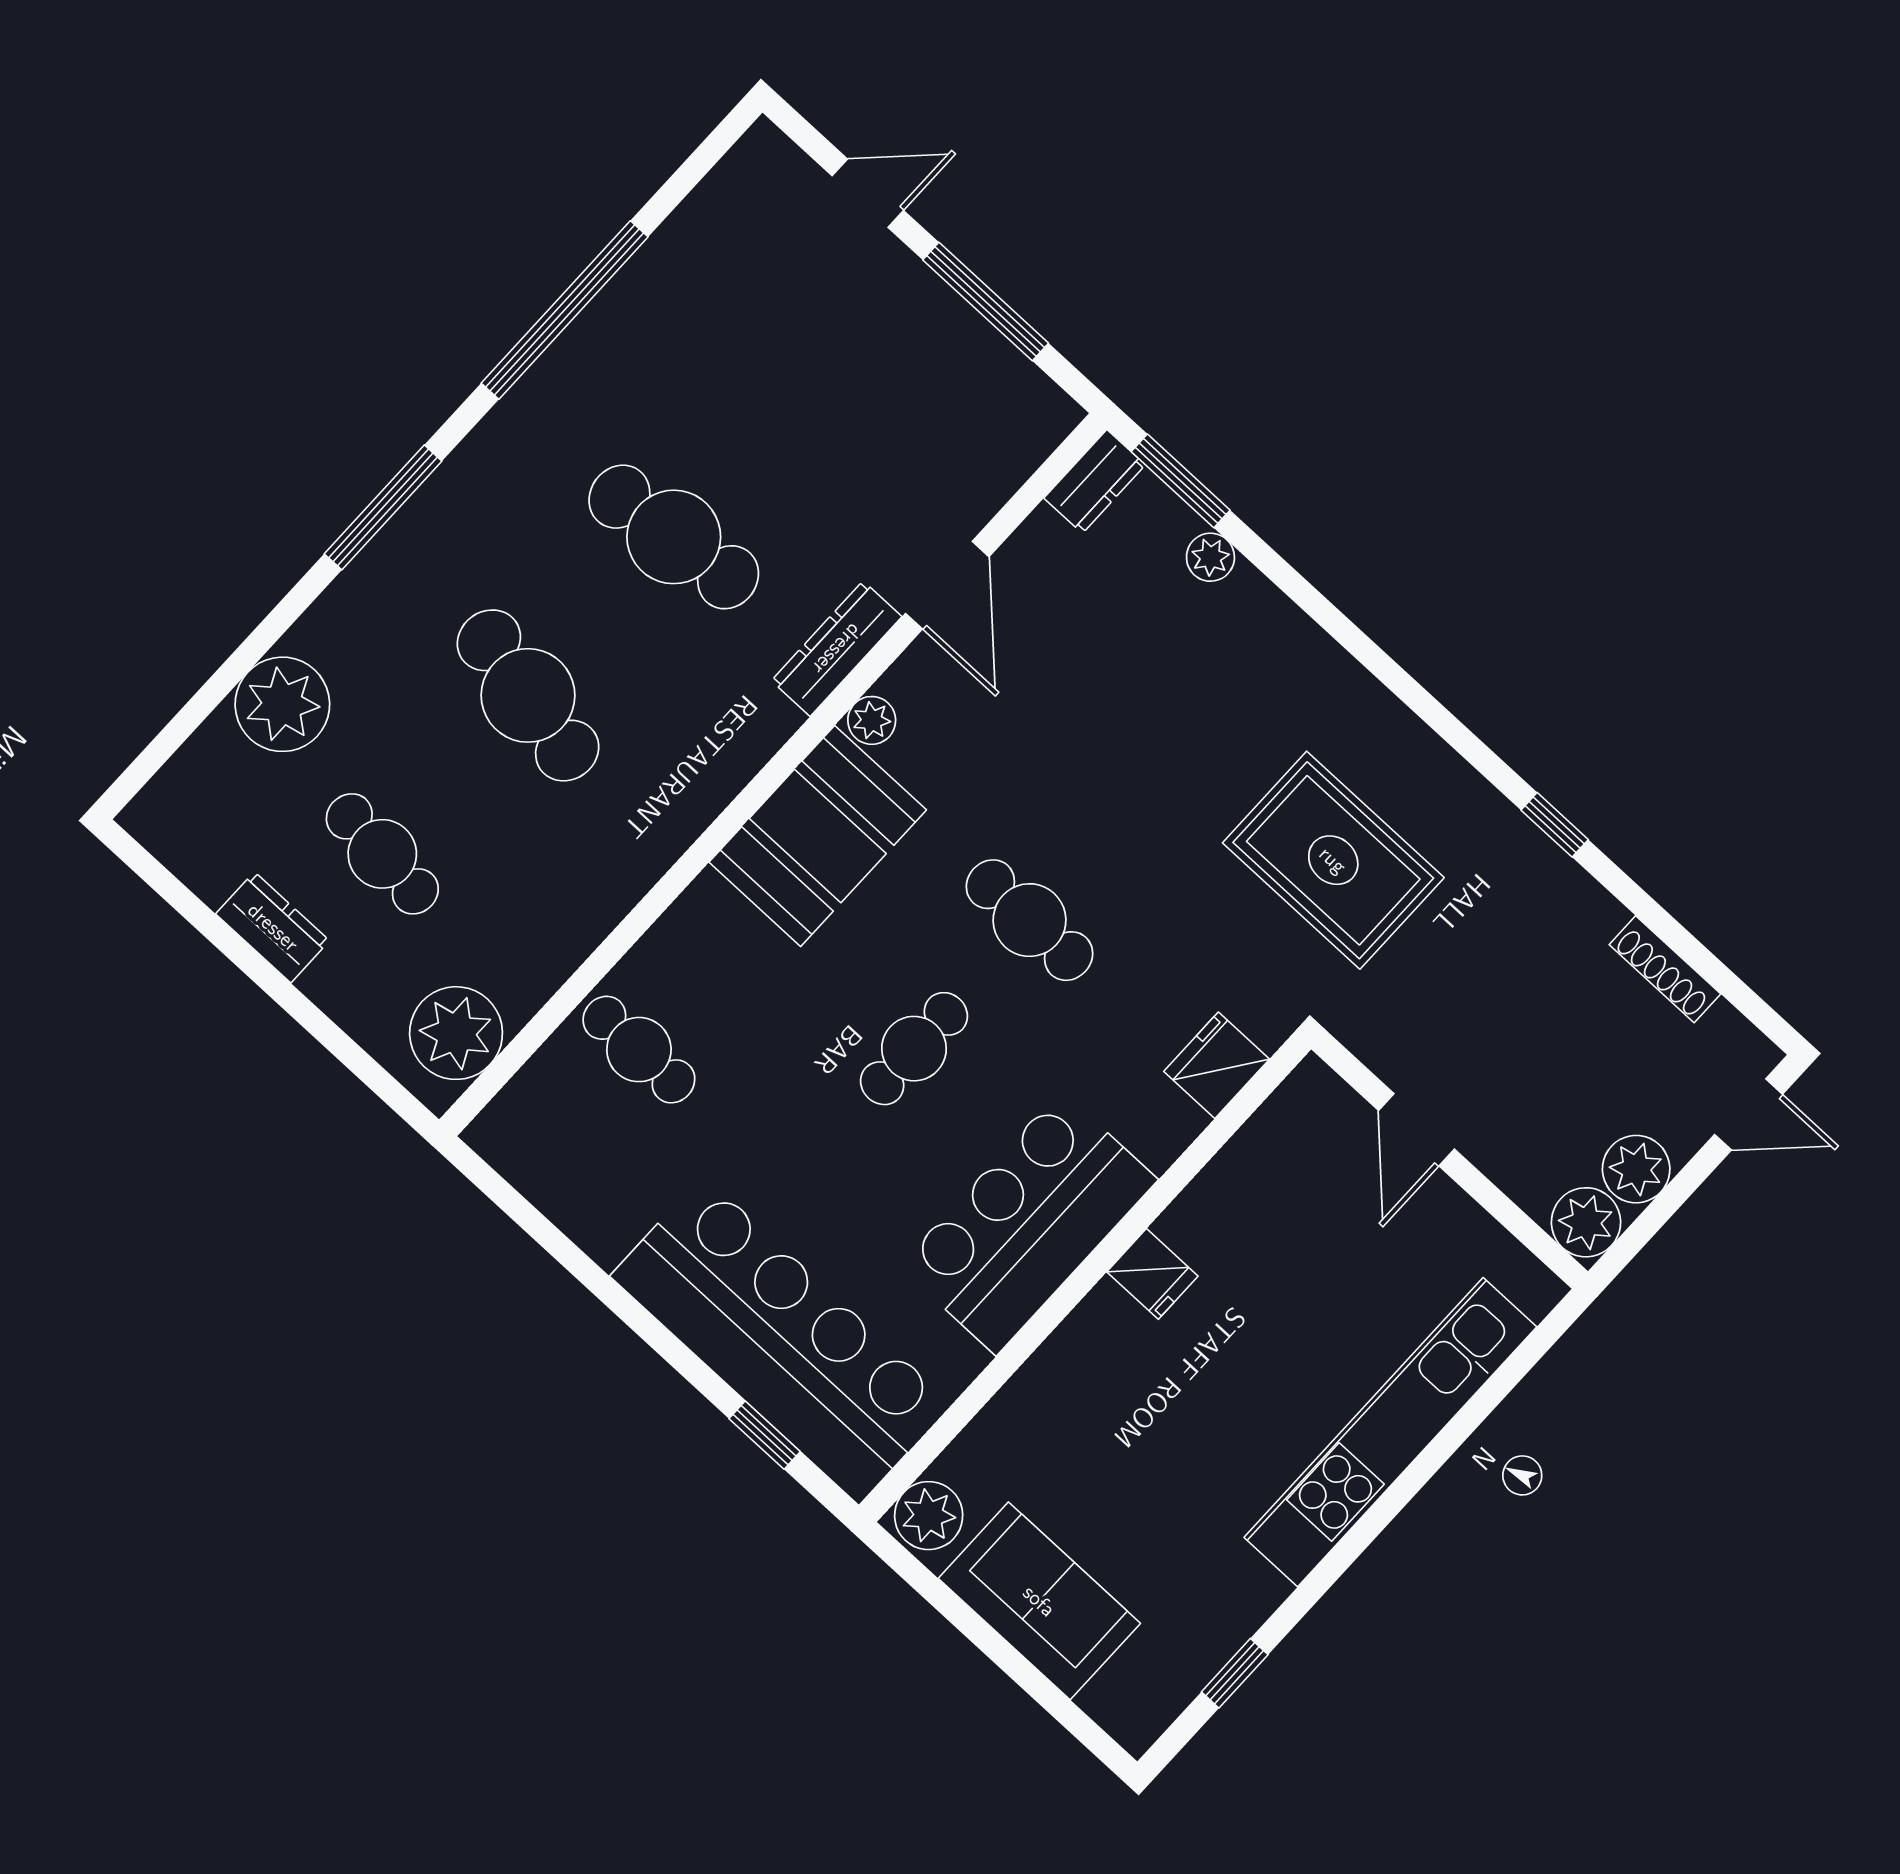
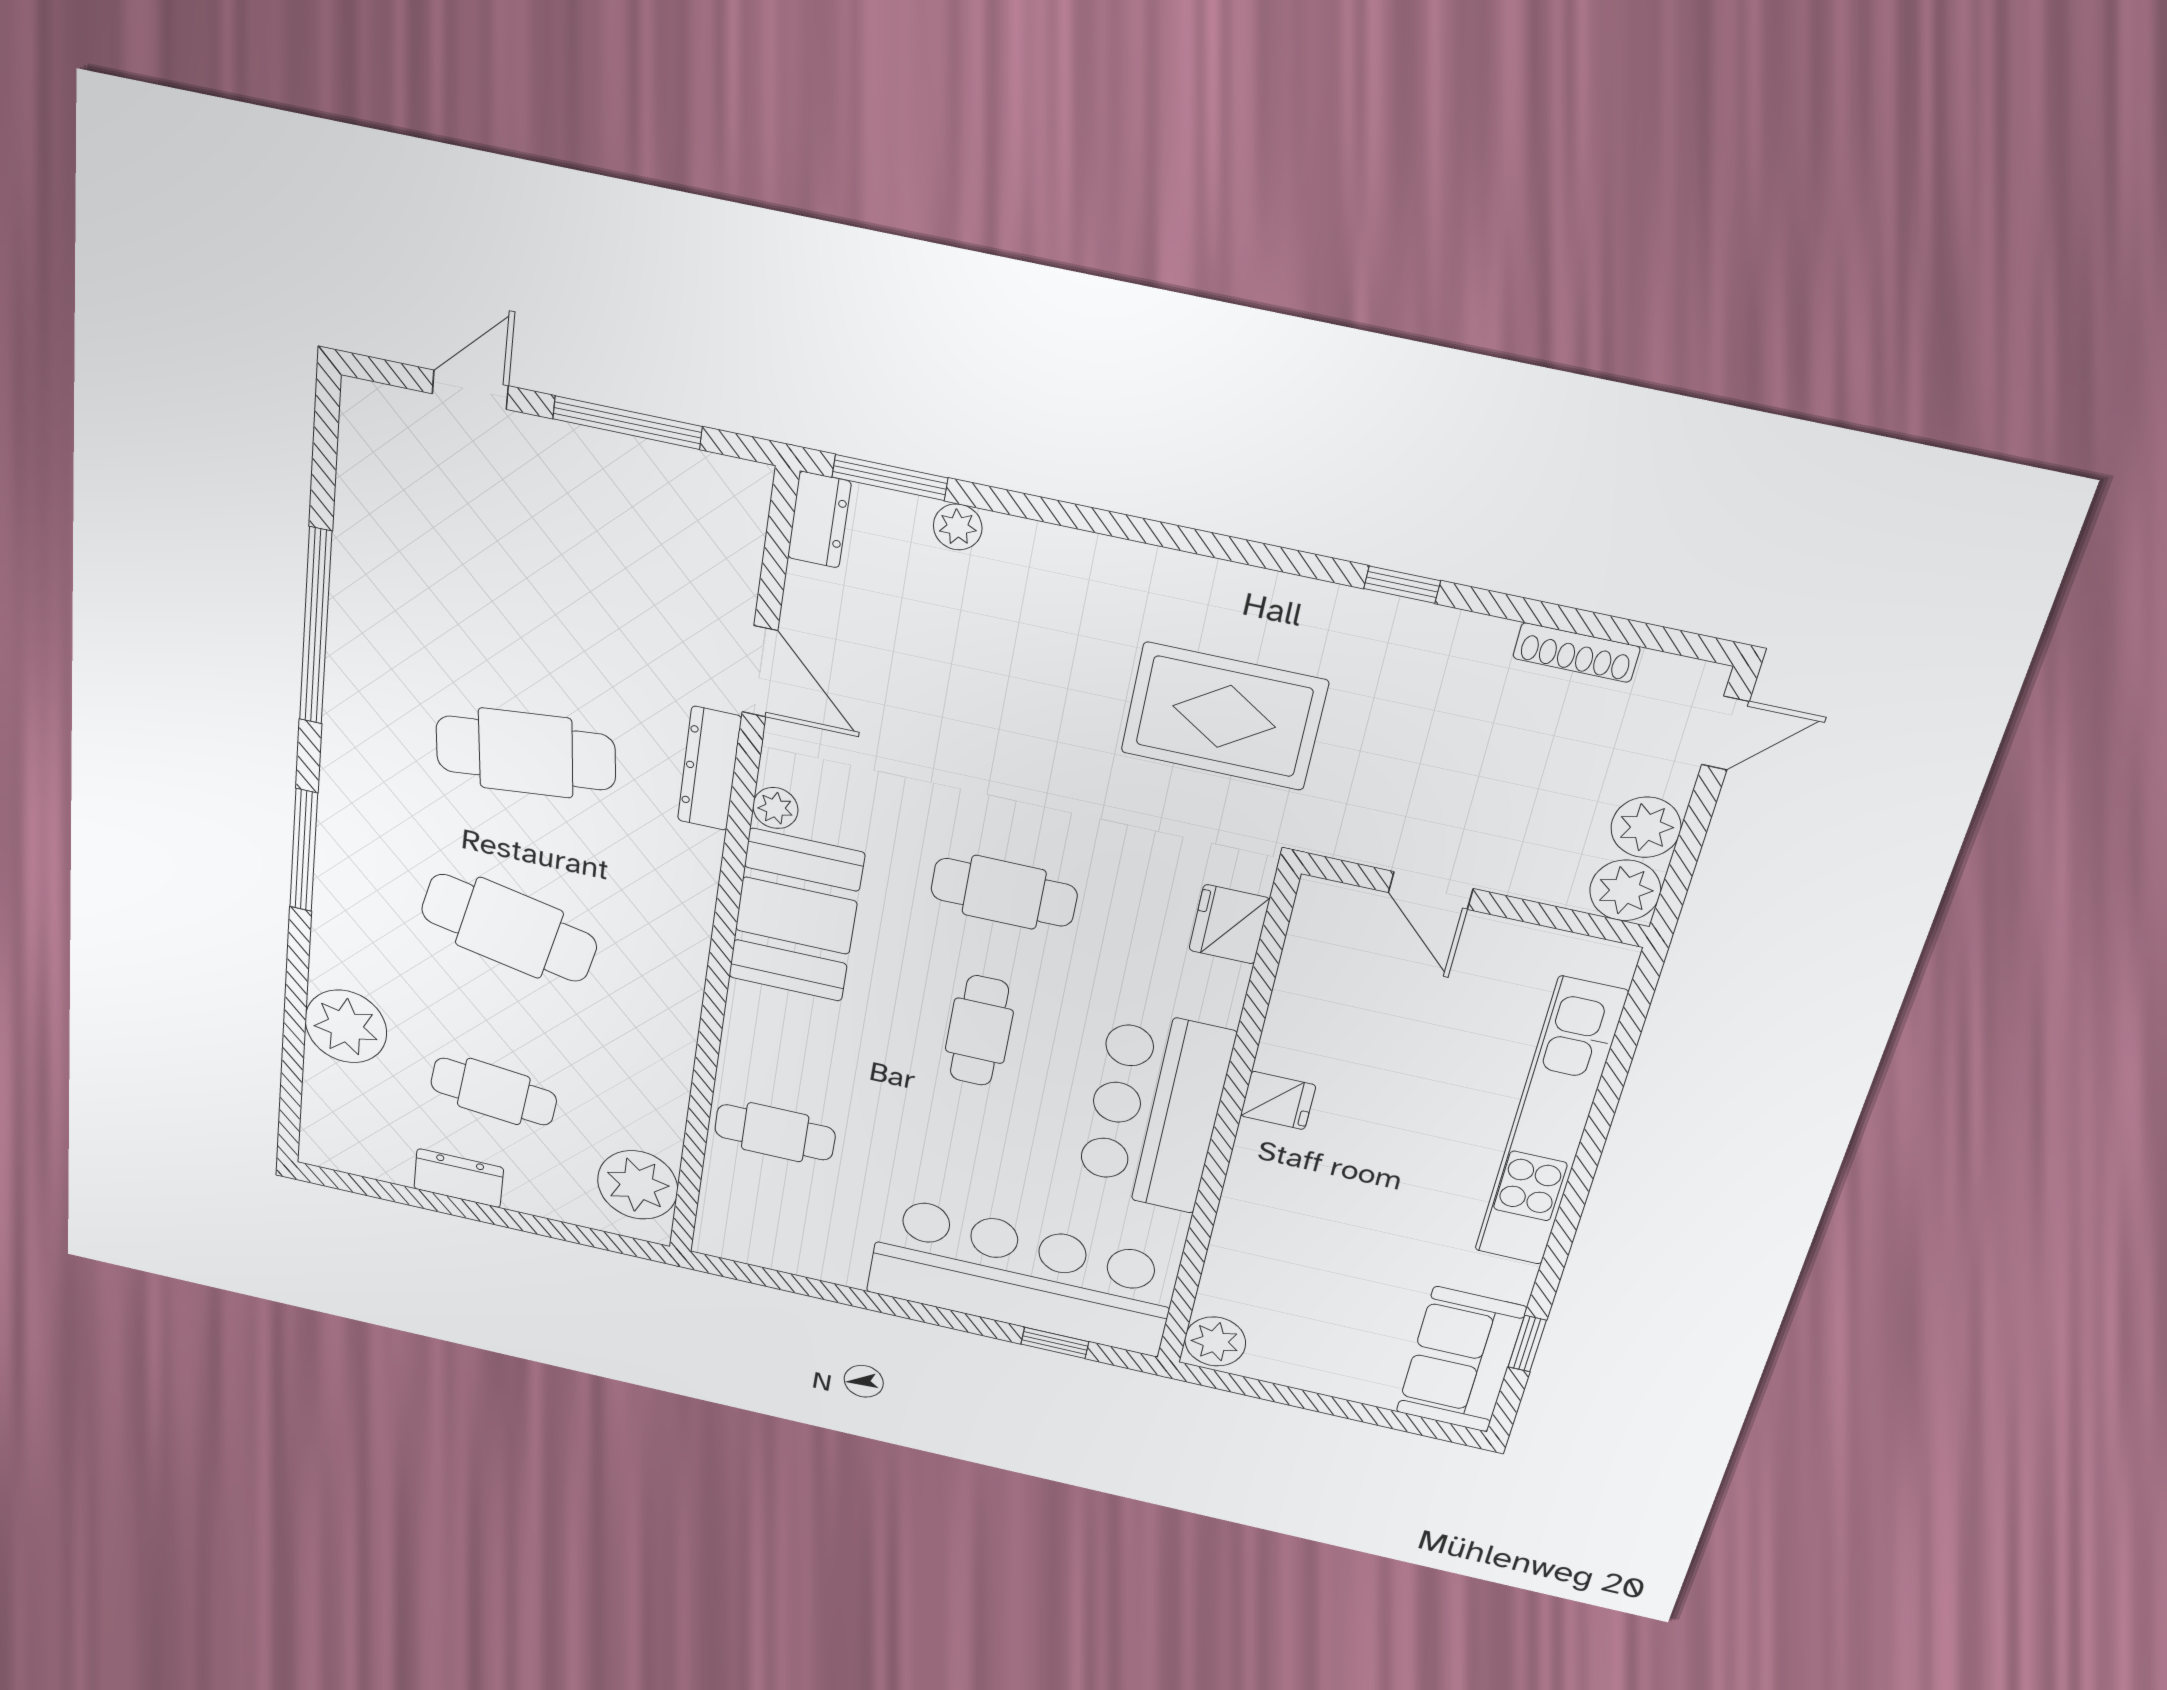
sofa: (1039, 1601) -> (1461, 1360), moved, turned -90

